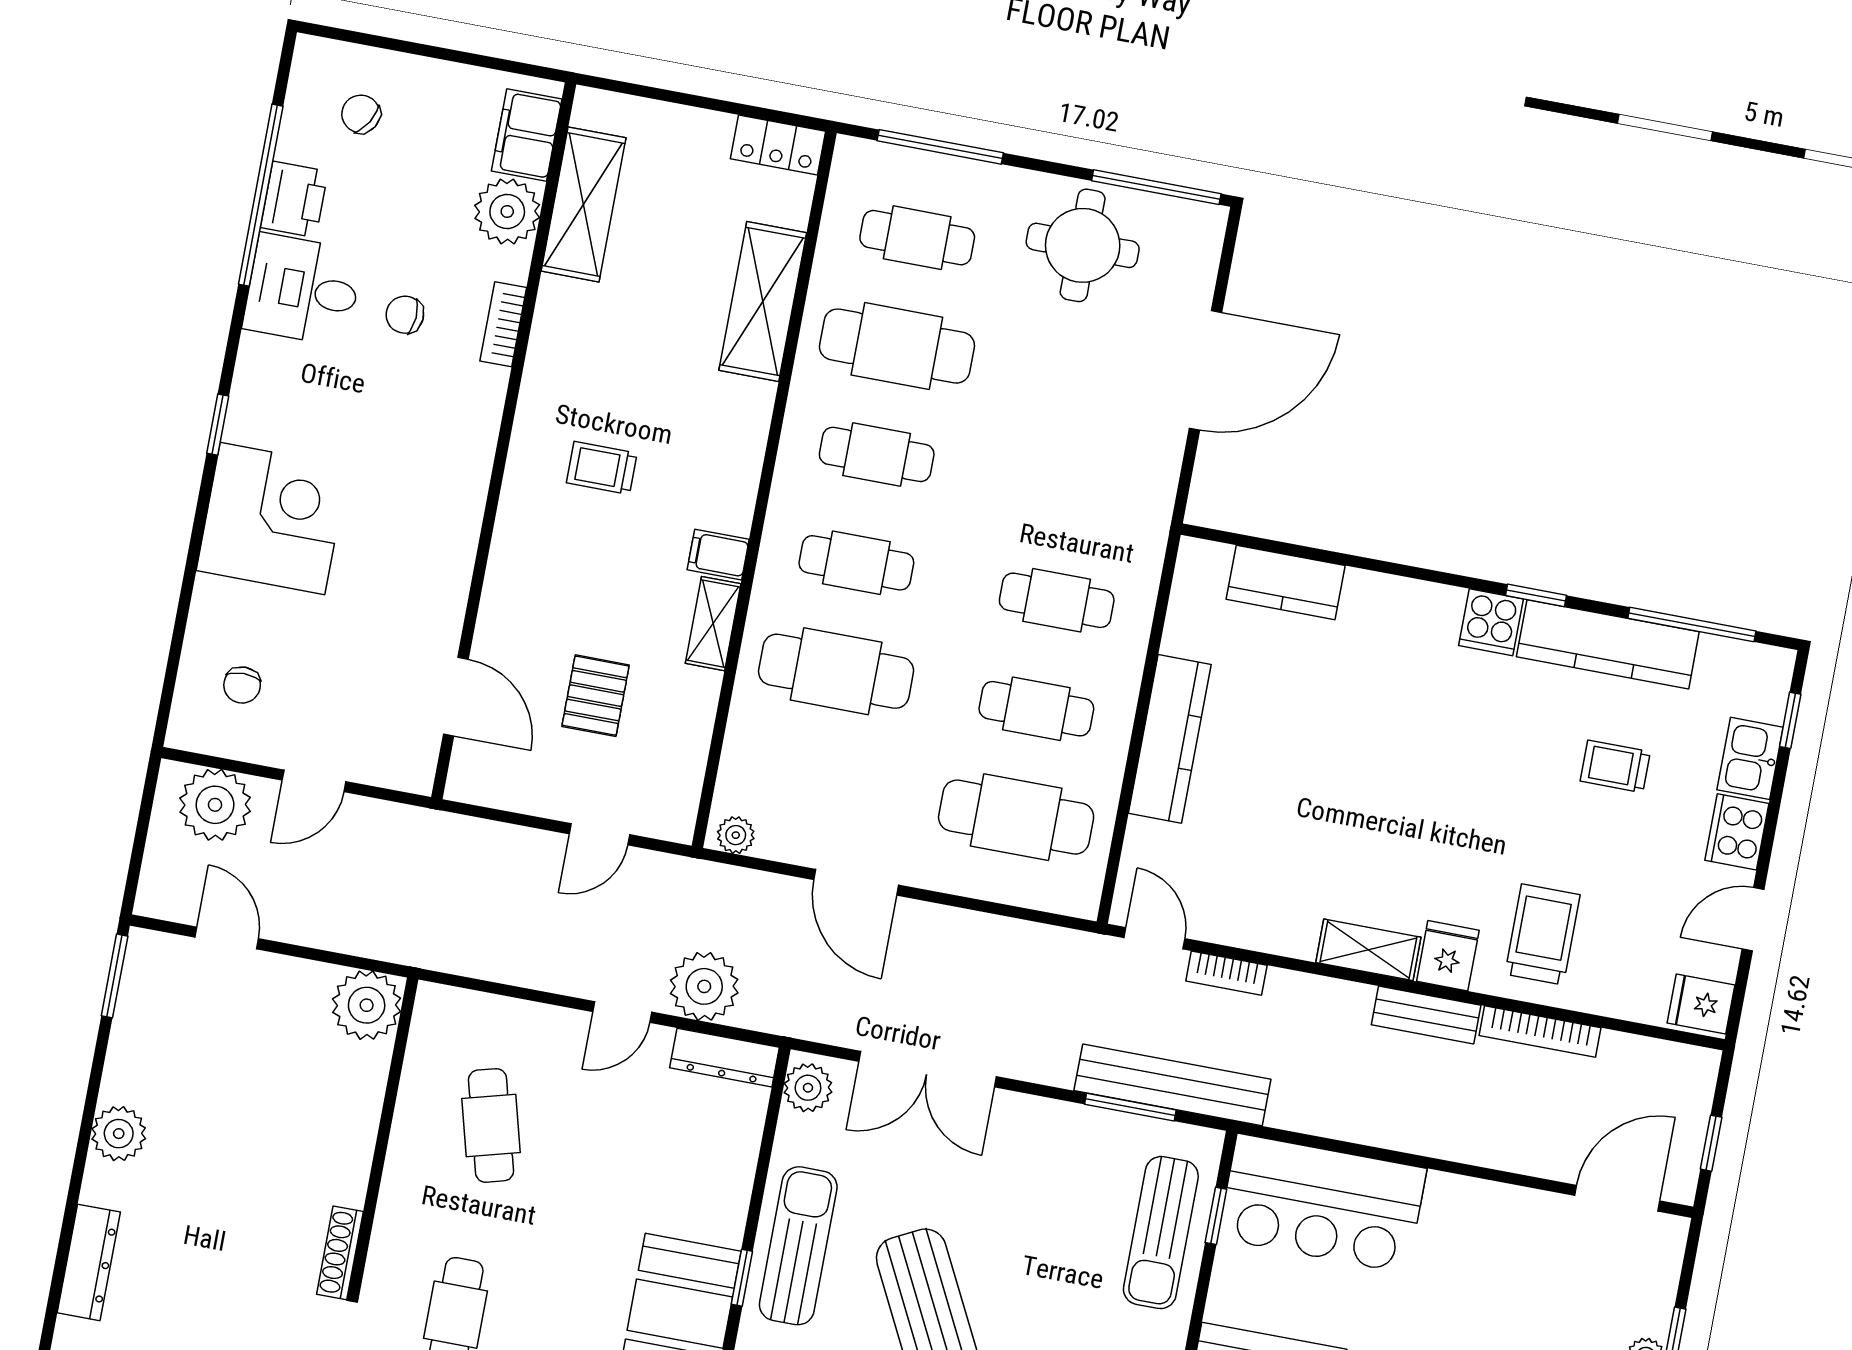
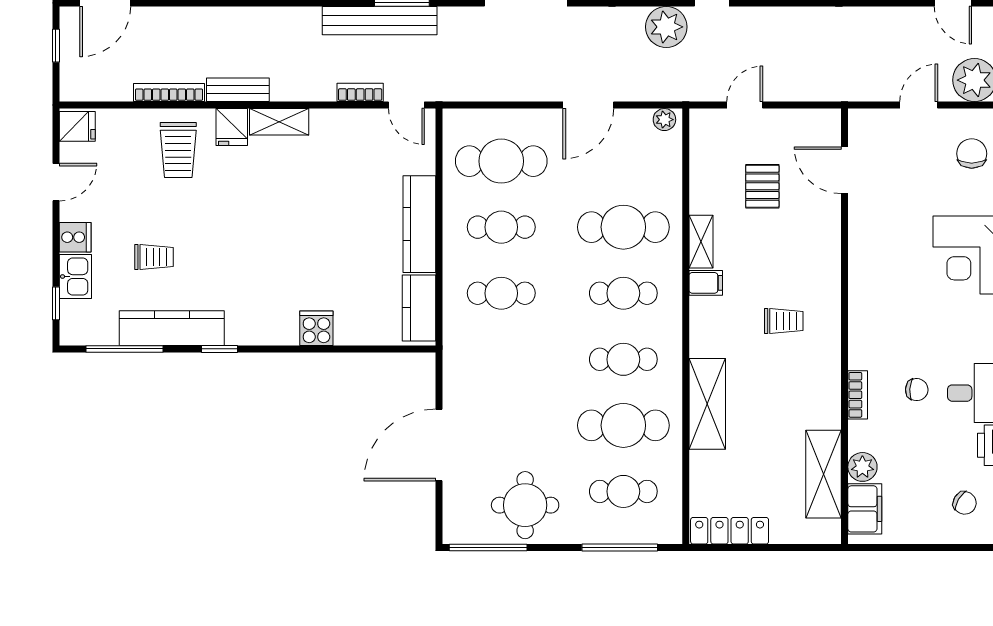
locker: (778, 145) -> (730, 531), width x1.53
plant: (507, 211) -> (862, 467), width x0.73, depth x0.73
shelving: (763, 302) -> (707, 404), moved
kitchen counter: (1286, 582) -> (419, 308), moved, turned -90
cooker: (1491, 622) -> (316, 328), moved
chair: (242, 685) -> (972, 154), width x1.37, depth x1.37
cooker: (1737, 832) -> (75, 237), width x0.73
door: (856, 882) -> (588, 105), swing flipped

